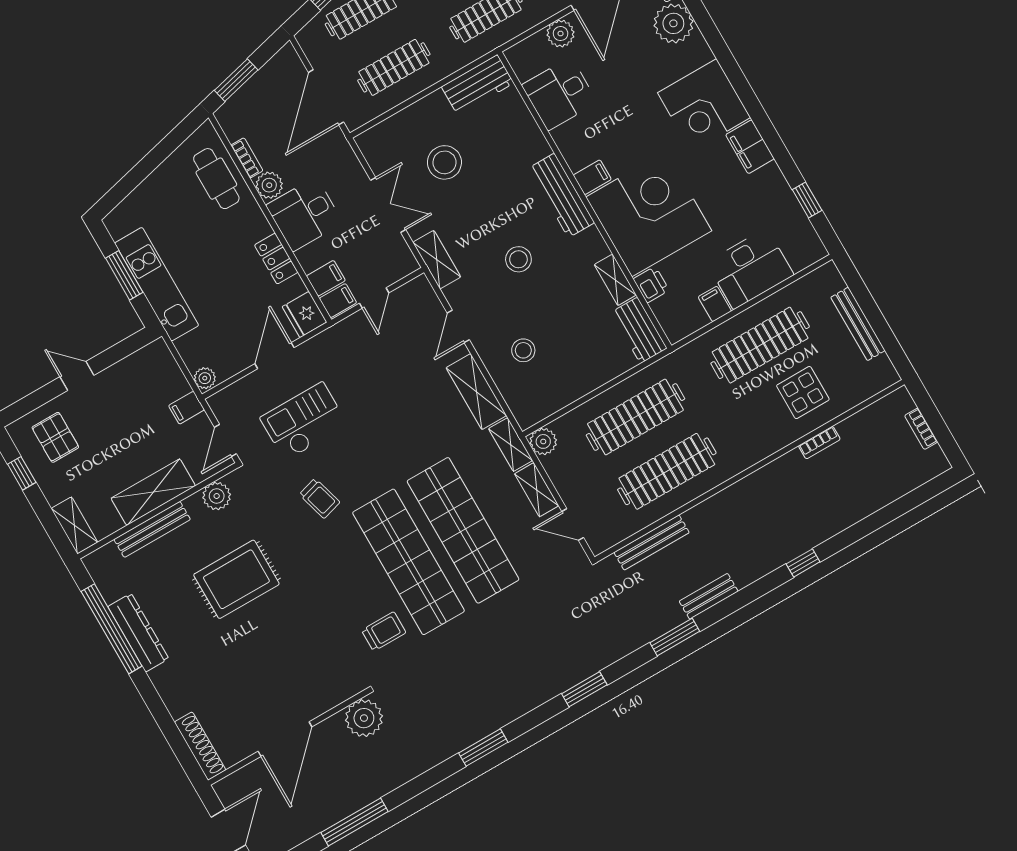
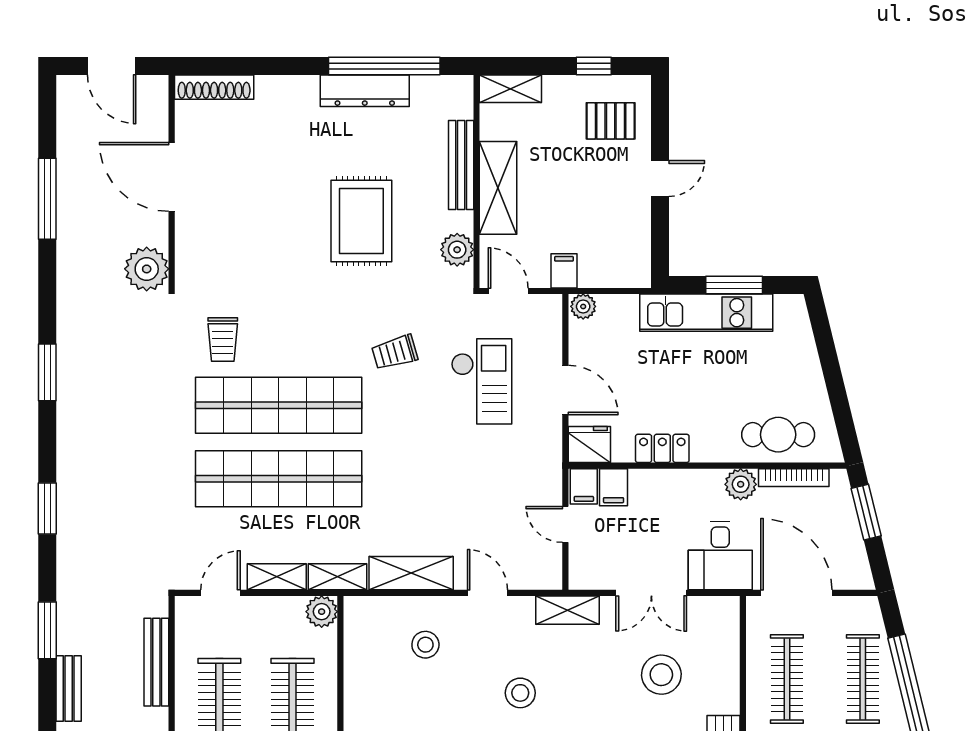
bookcase: (247, 158) -> (794, 478), width x1.56
desk: (304, 214) -> (720, 556), moved, turned 180

